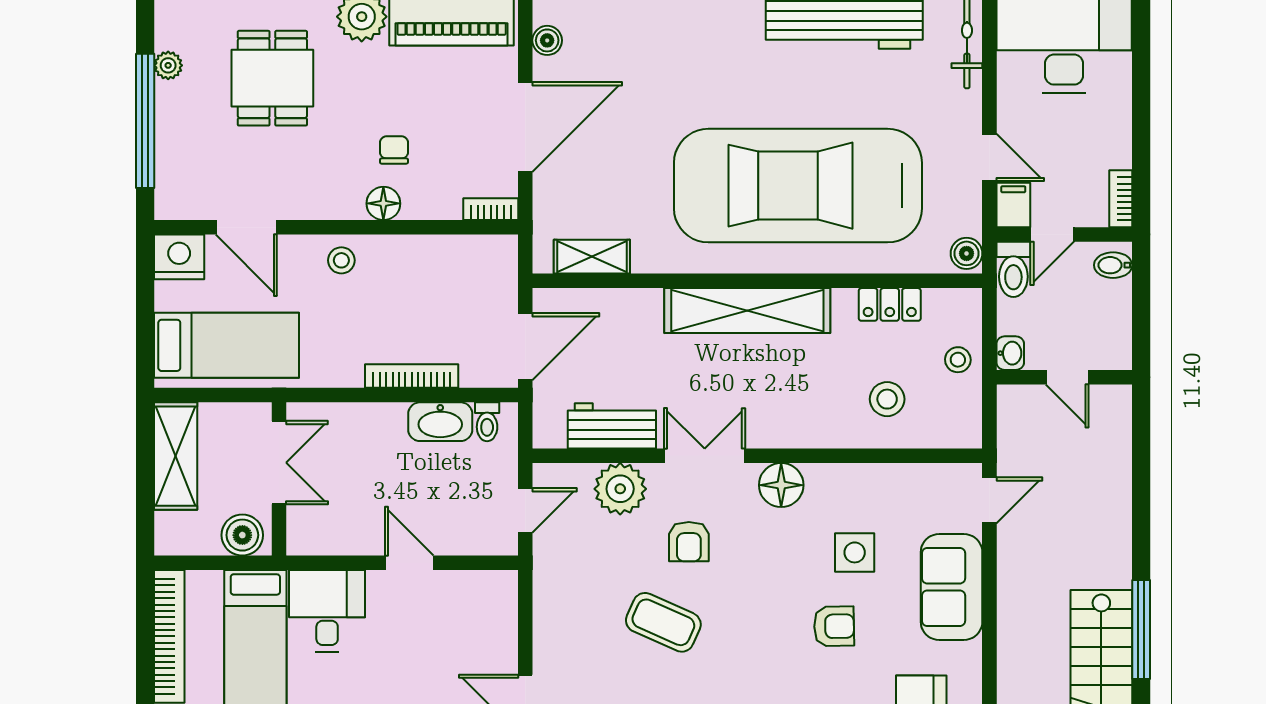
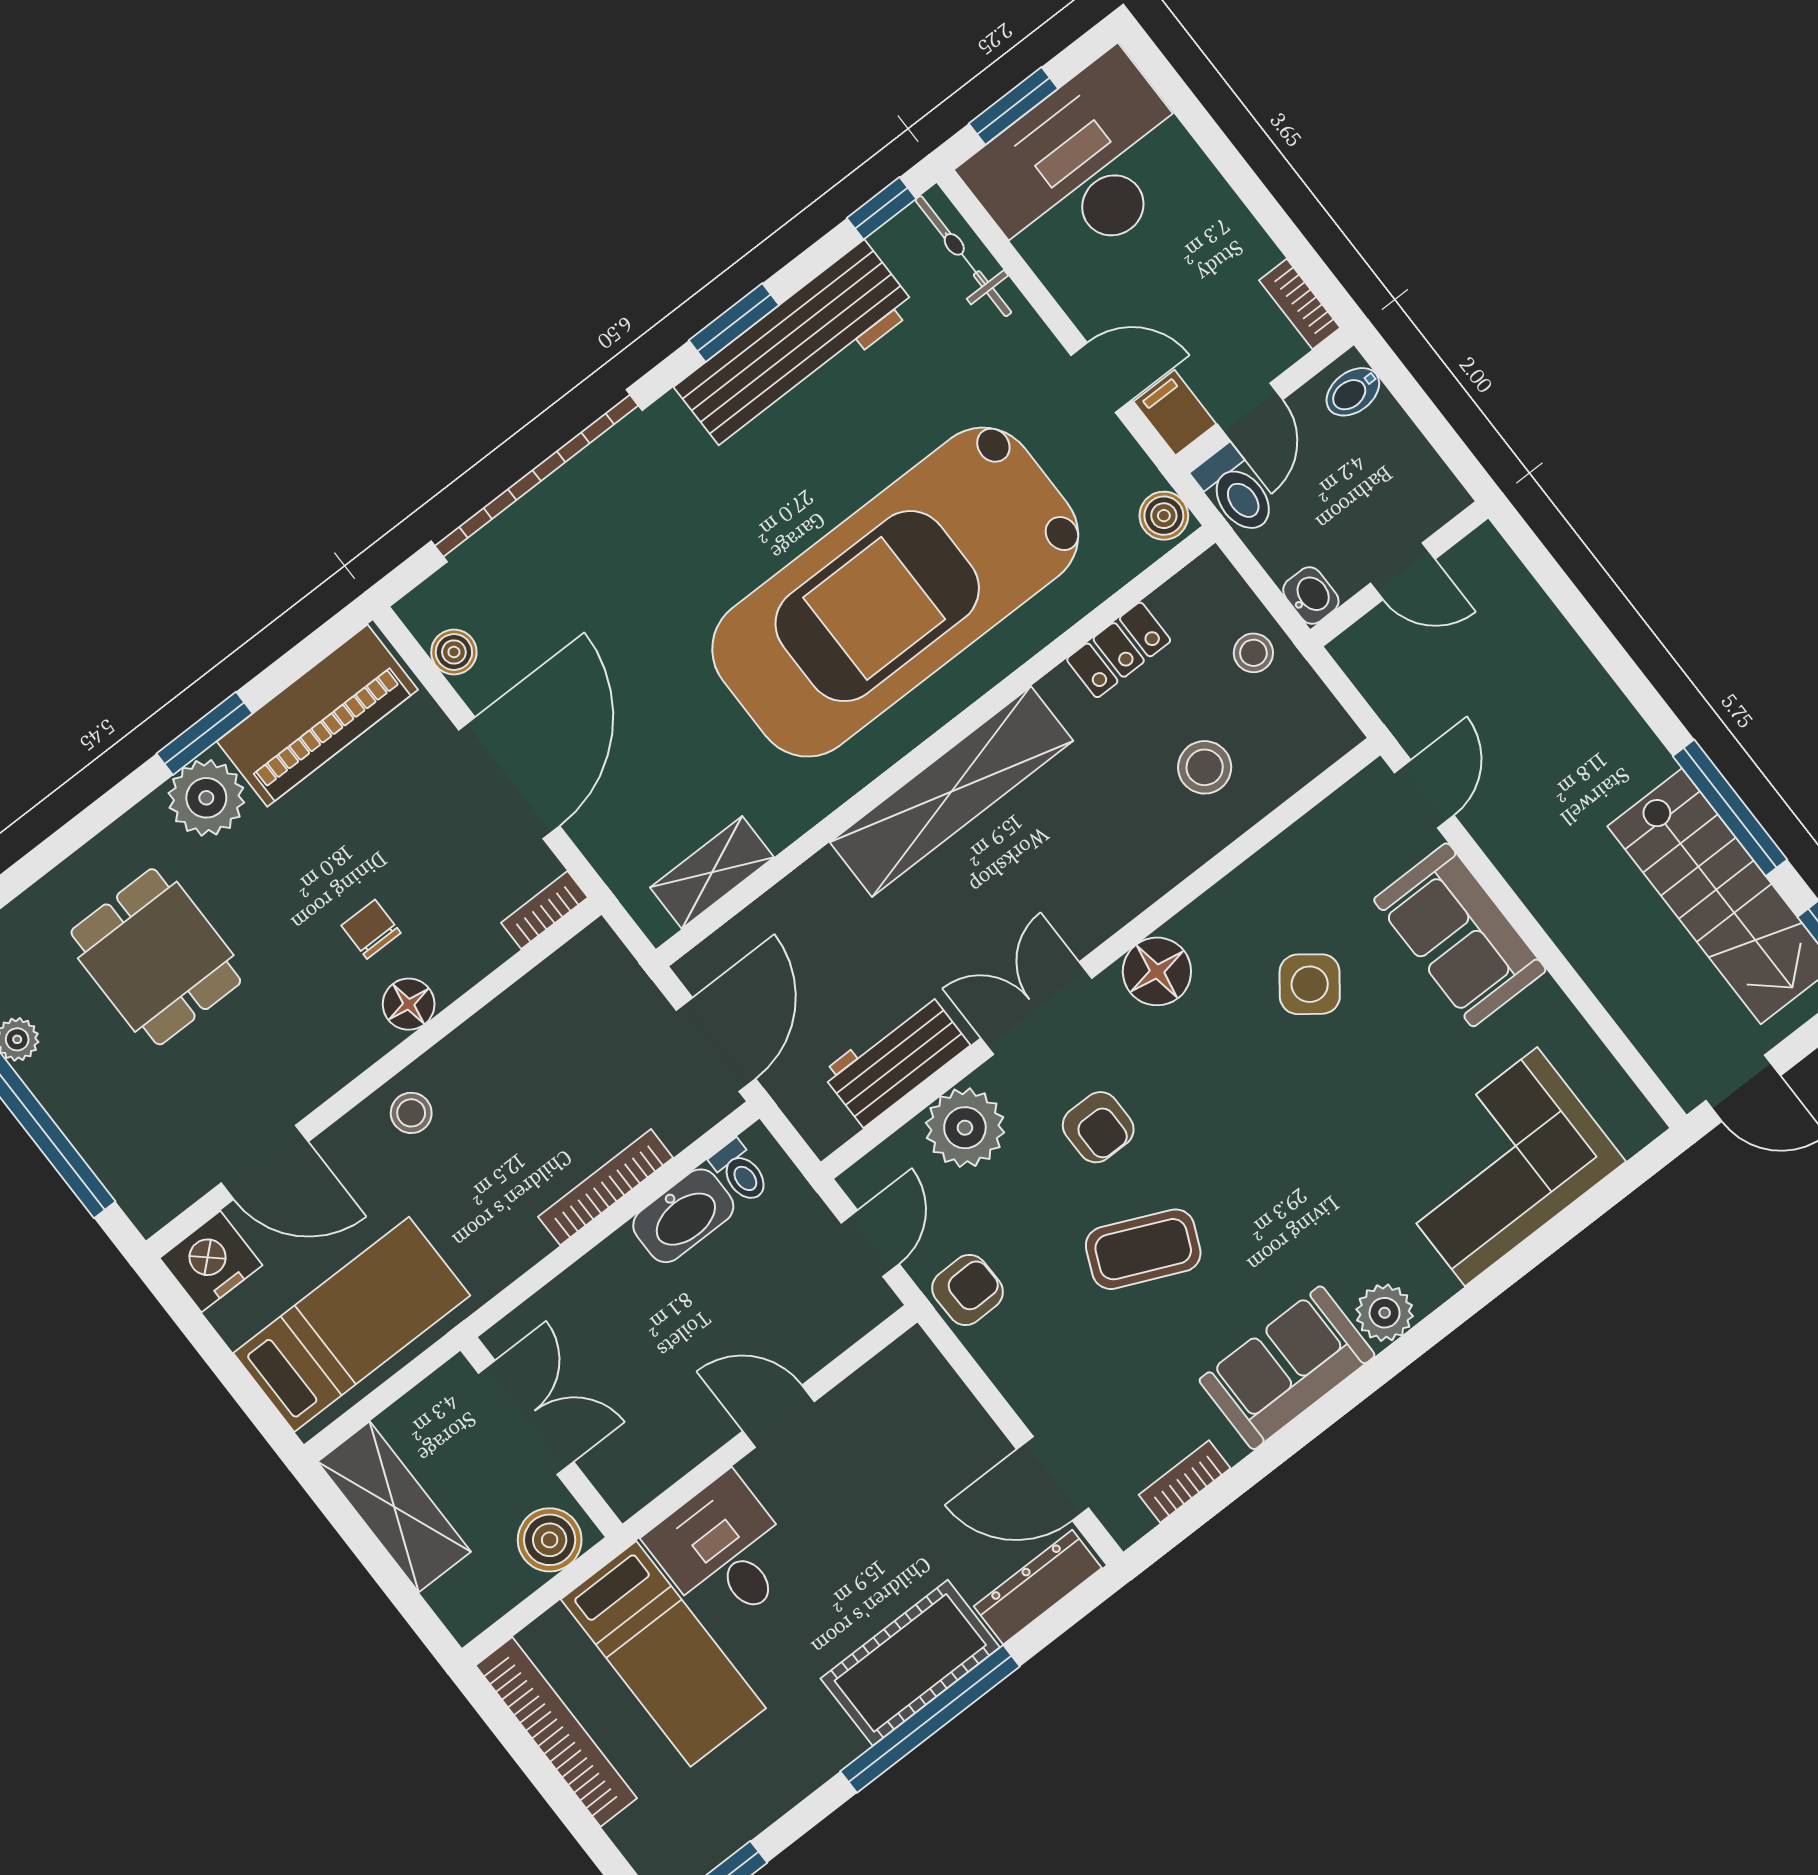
side table: (855, 552) -> (1310, 984), turned 37
armchair: (834, 626) -> (968, 1290), moved

